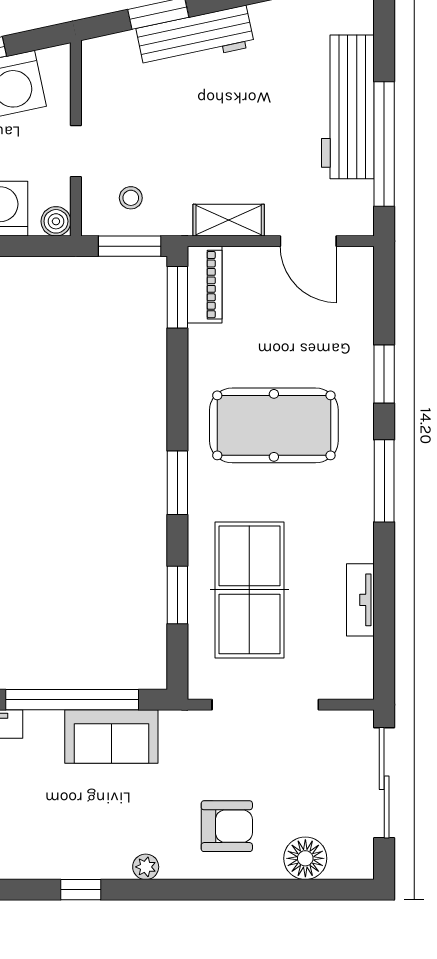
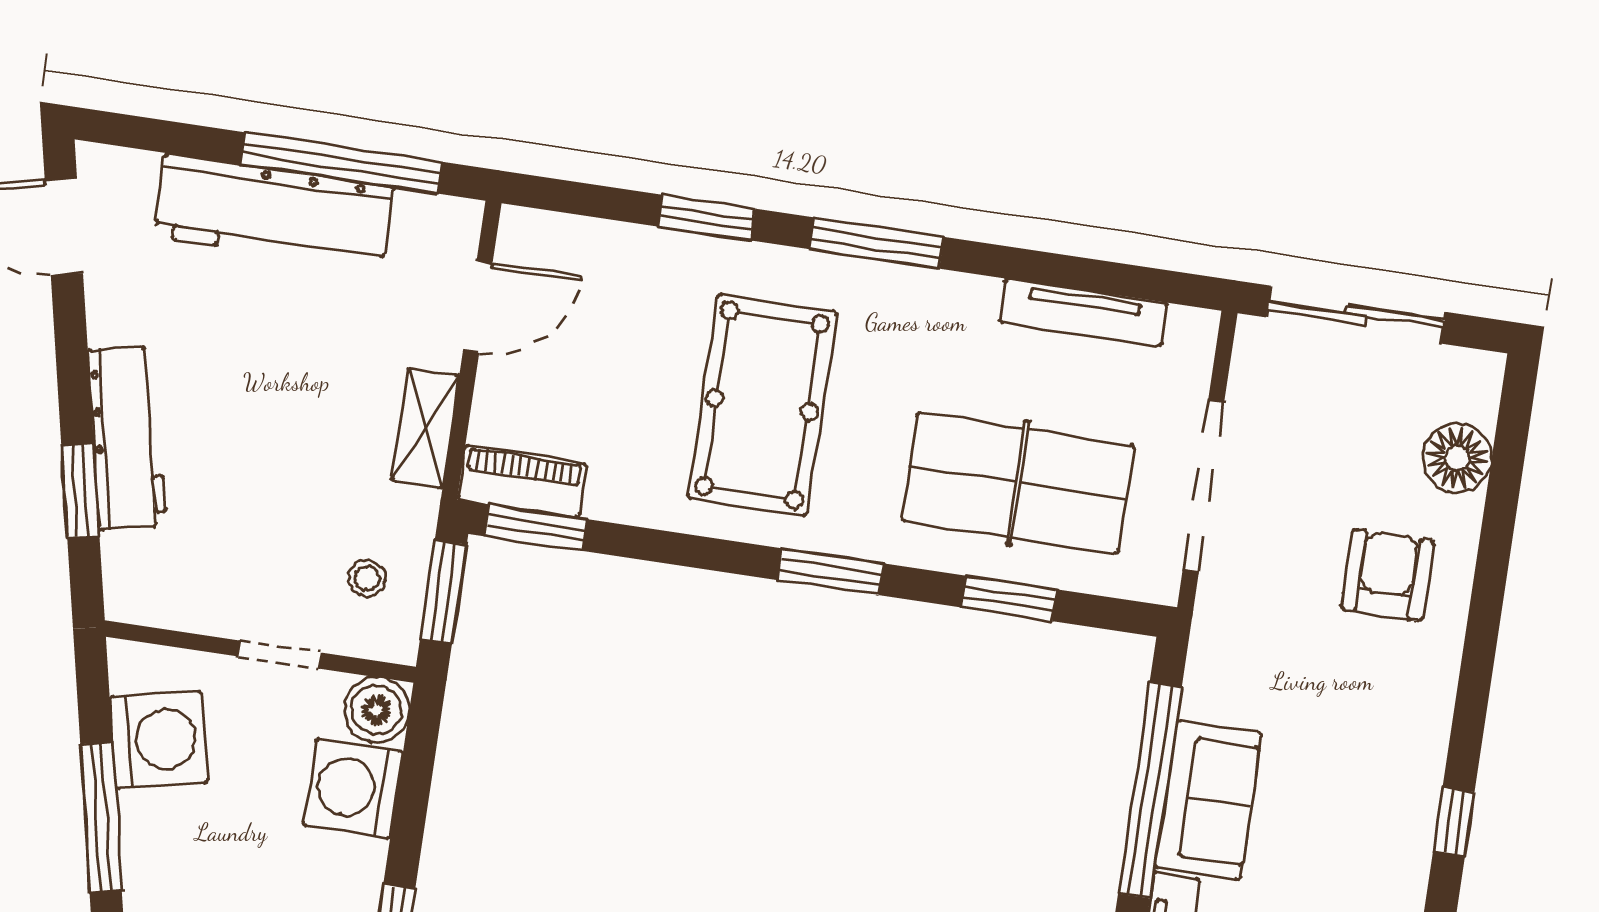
boiler: (56, 221) -> (377, 710), width x1.36, depth x1.36
tv unit: (360, 600) -> (1083, 313), width x1.41
sofa: (111, 737) -> (1208, 800), moved
plant: (146, 867) -> (1433, 713), removed

